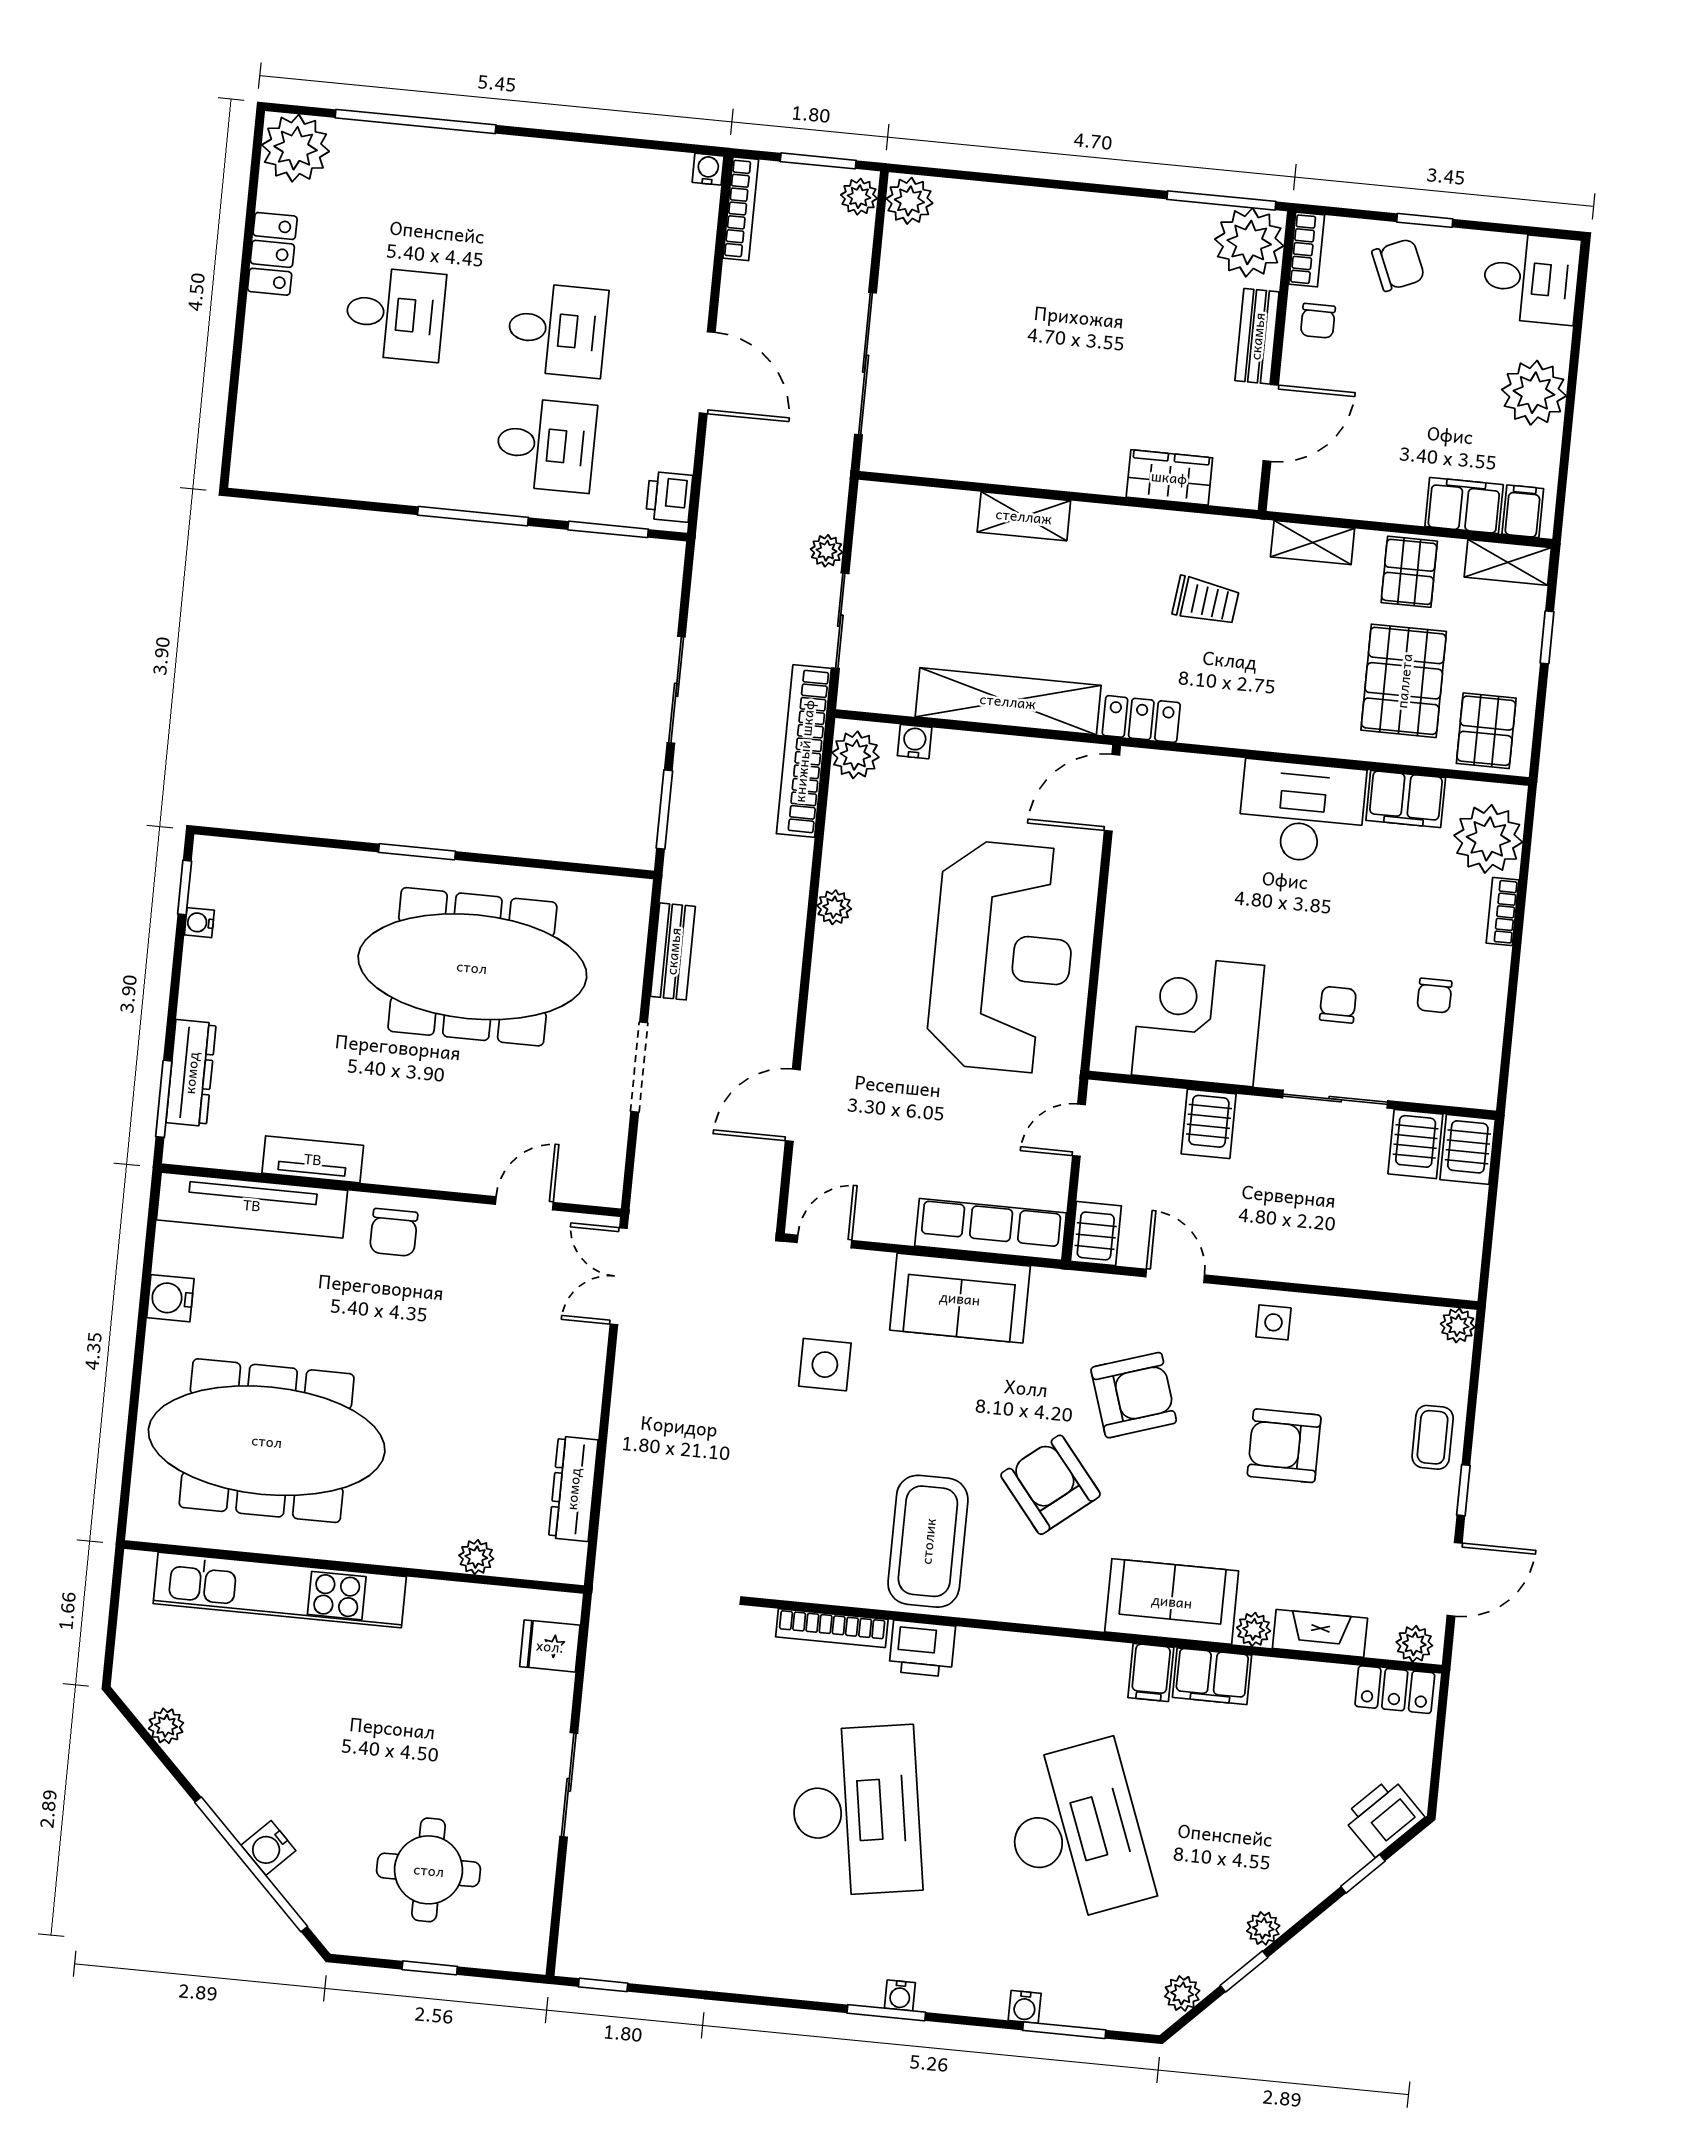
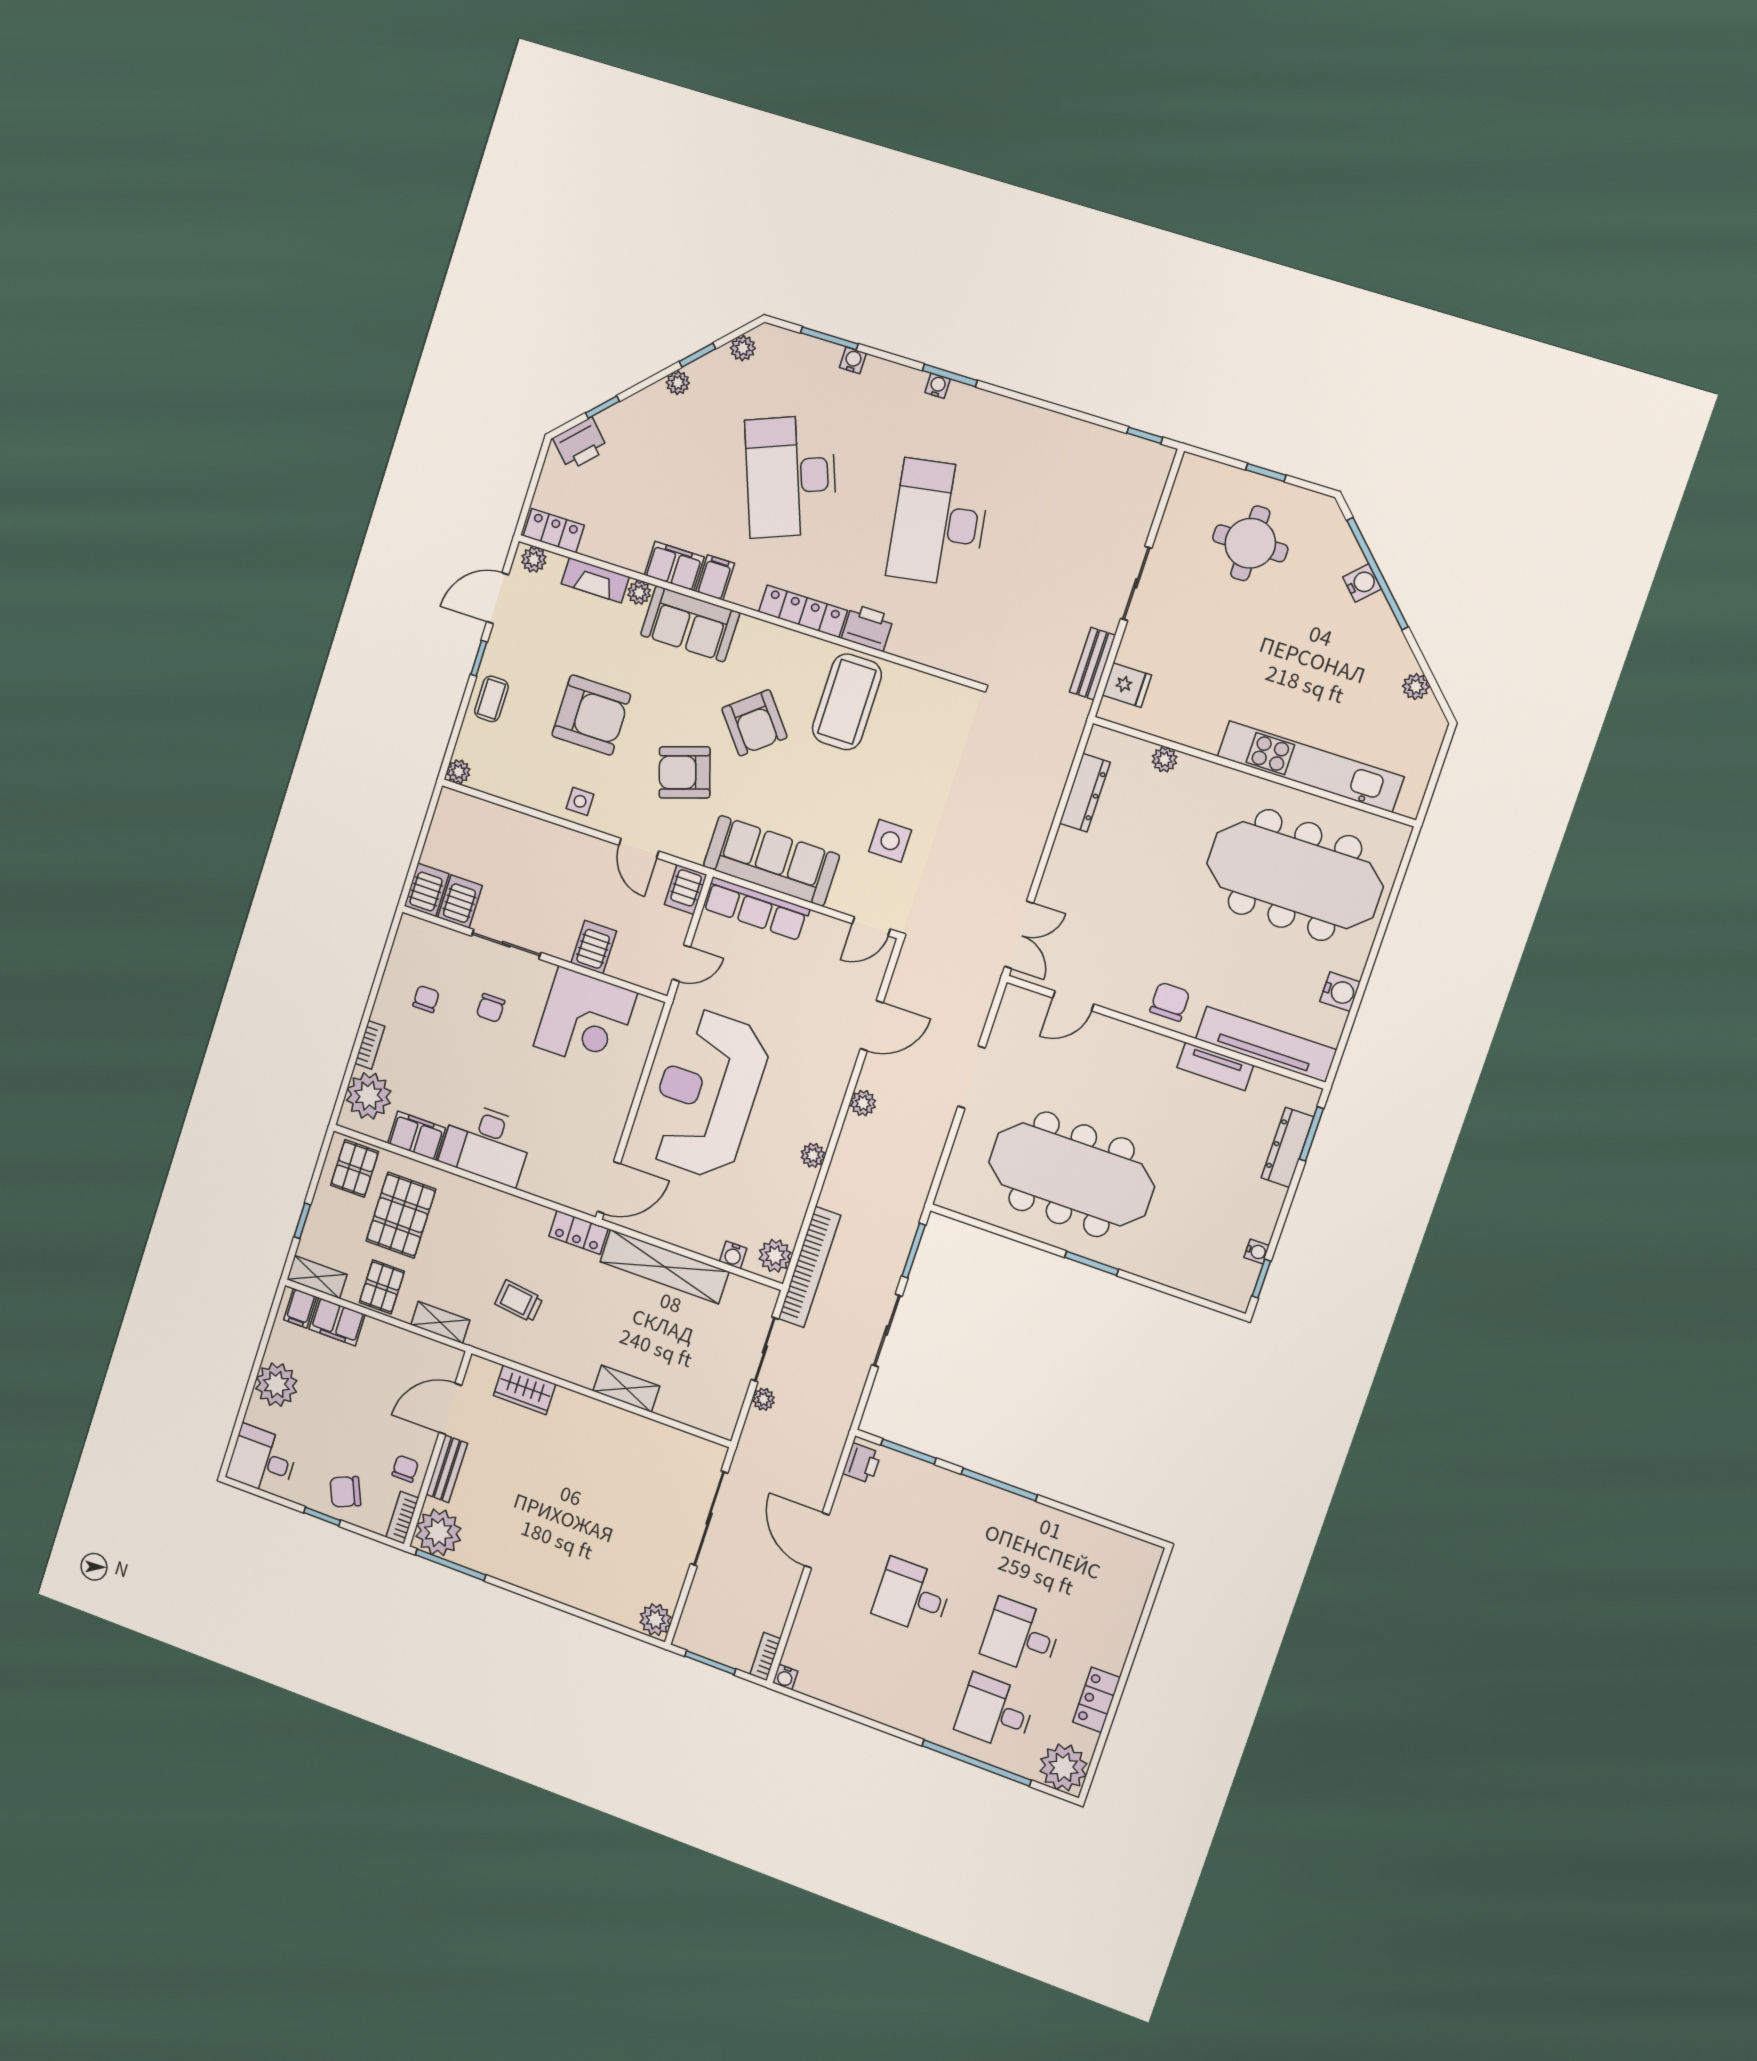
plant: (859, 197) -> (863, 1103), moved
bookcase: (741, 209) -> (765, 1656), width x0.64
desk: (546, 445) -> (995, 1712), moved
bench: (673, 951) -> (1093, 664), moved
sofa: (960, 1298) -> (771, 861), width x1.36
armchair: (1284, 1446) -> (591, 715), width x1.36, depth x1.36
bookcase: (832, 1628) -> (927, 655), removed
locker: (1017, 1652) -> (803, 611), added

